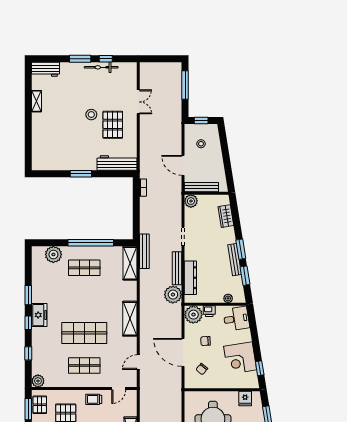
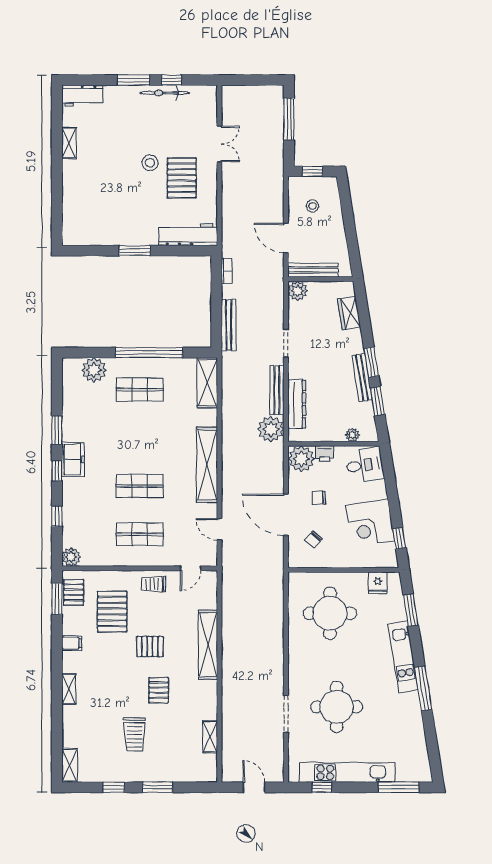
bench: (144, 251) -> (229, 325), moved
shelving: (130, 319) -> (207, 465), width x1.47
shop shelf: (84, 333) -> (140, 486), width x0.70, depth x0.74
door: (138, 362) -> (219, 529), hinge flipped

